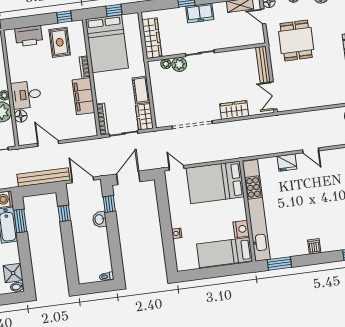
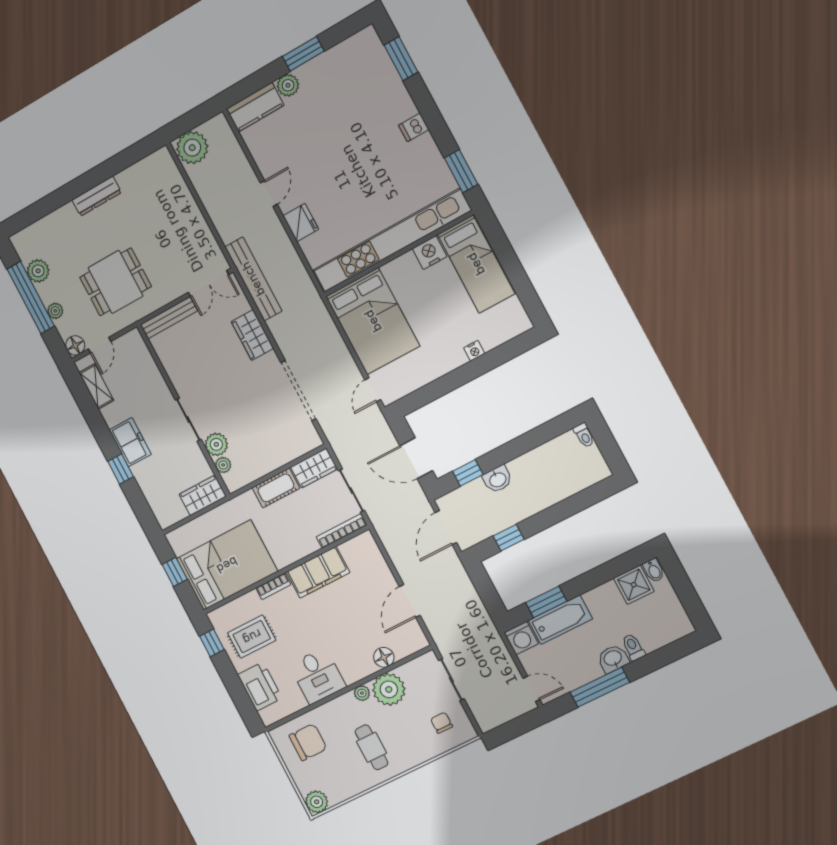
wardrobe: (152, 38) -> (203, 495), width x0.67
desk: (26, 95) -> (318, 676), moved
bench: (43, 177) -> (253, 279), moved

